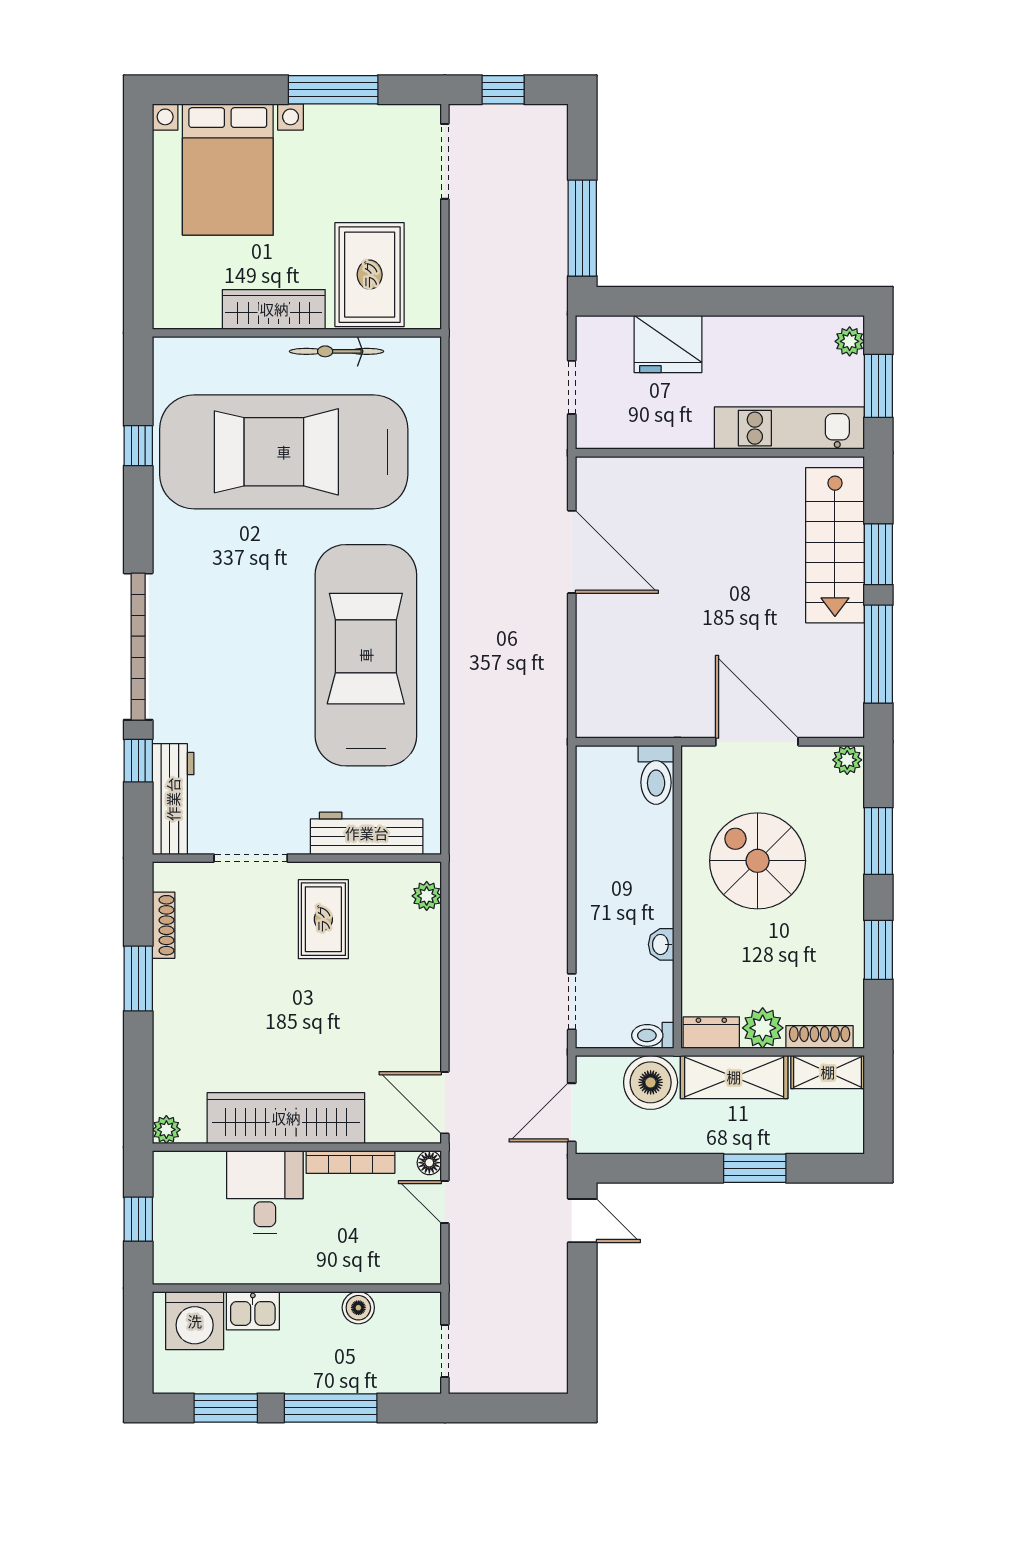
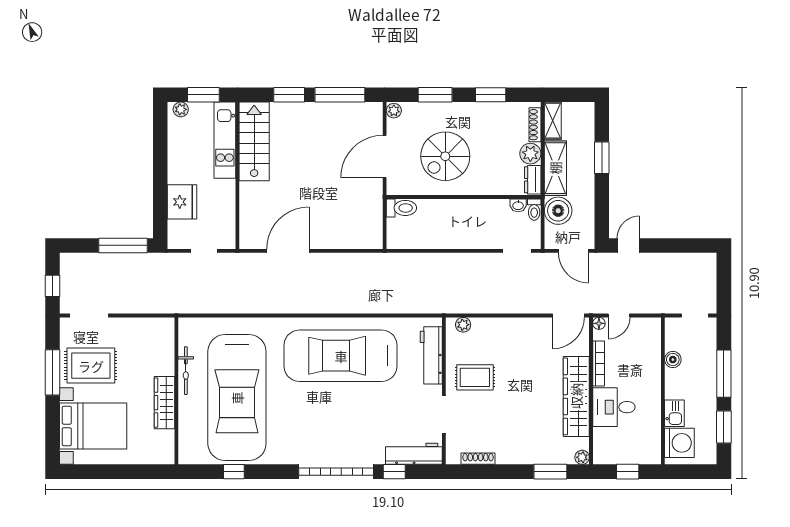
rug: (370, 275) -> (91, 366), moved
stairs: (835, 545) -> (254, 141), moved, turned -90
washbasin: (661, 944) -> (518, 205), moved
window: (138, 979) -> (550, 472), moved

